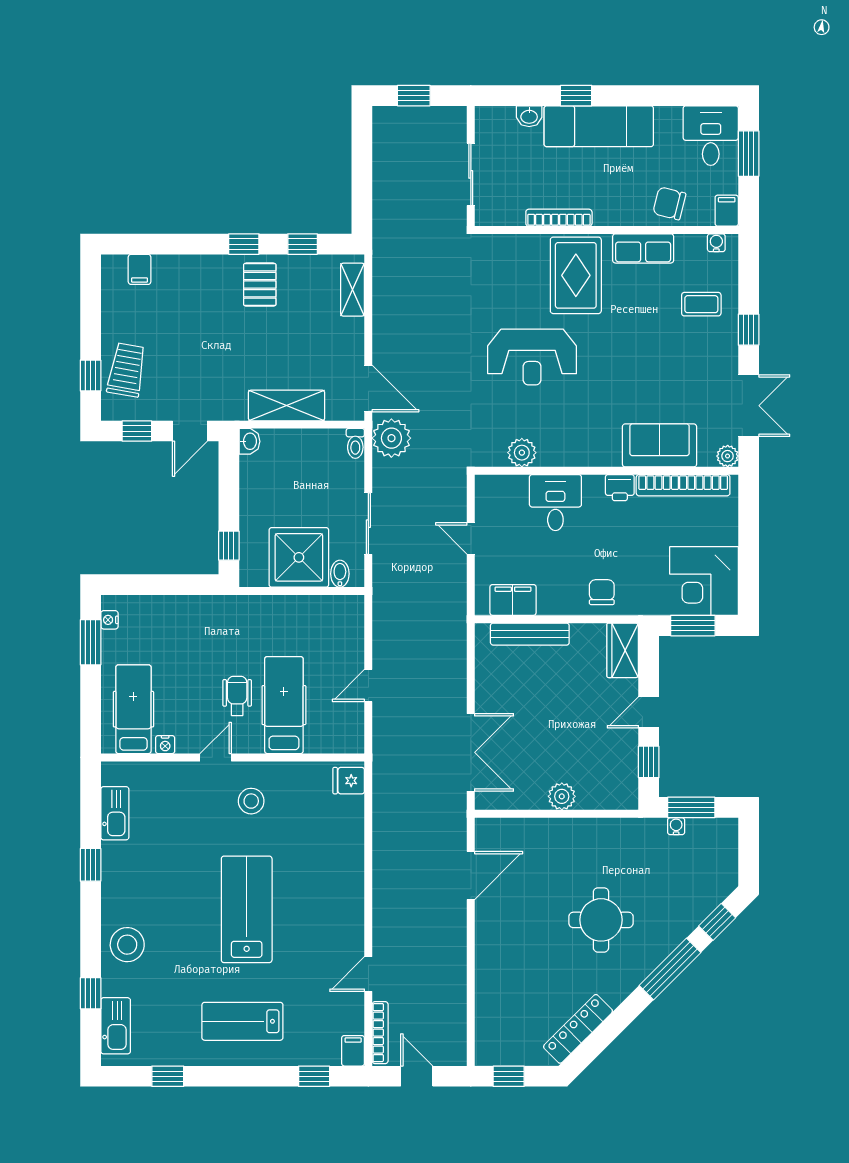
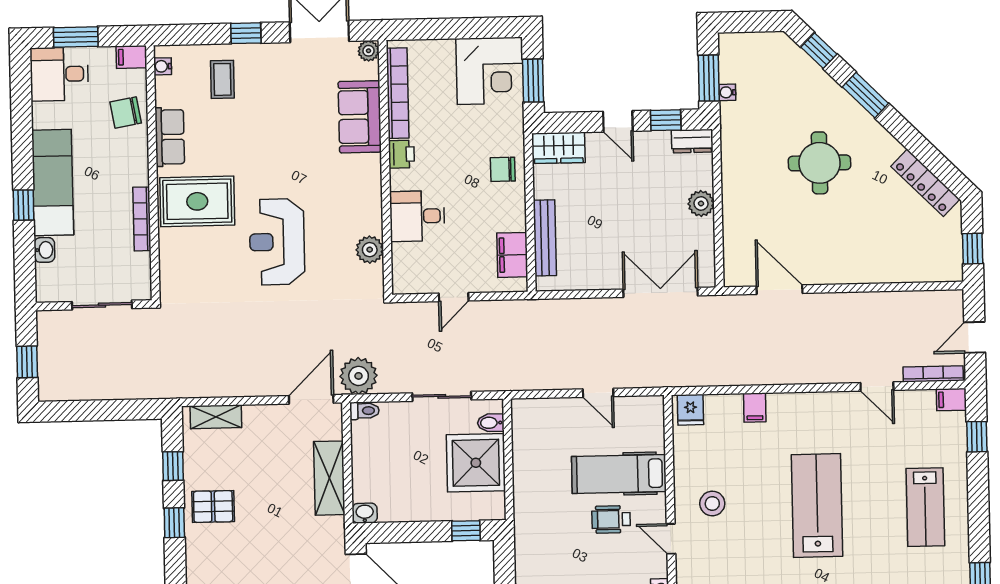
chair: (669, 203) -> (126, 113), turned 66
reception desk: (532, 357) -> (277, 242), turned 180
dresser: (627, 789) -> (692, 141), added
filing cabinet: (349, 847) -> (755, 408), added
lab bench: (247, 909) -> (817, 506), turned 90
window: (670, 969) -> (865, 95), width x0.69

